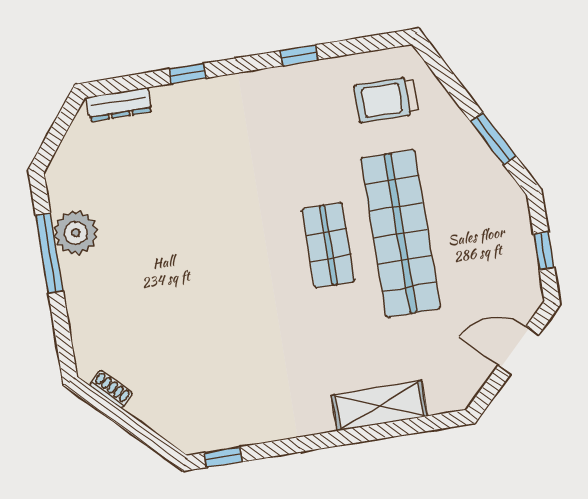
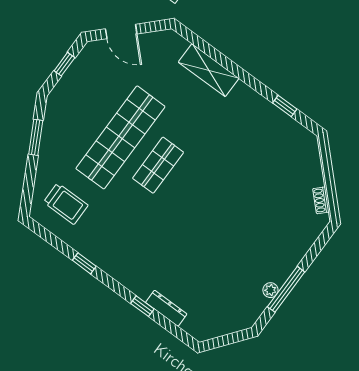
dresser: (119, 105) -> (166, 308), moved
plant: (76, 233) -> (270, 290), width x0.53, depth x0.53
window: (223, 457) -> (285, 106), moved

